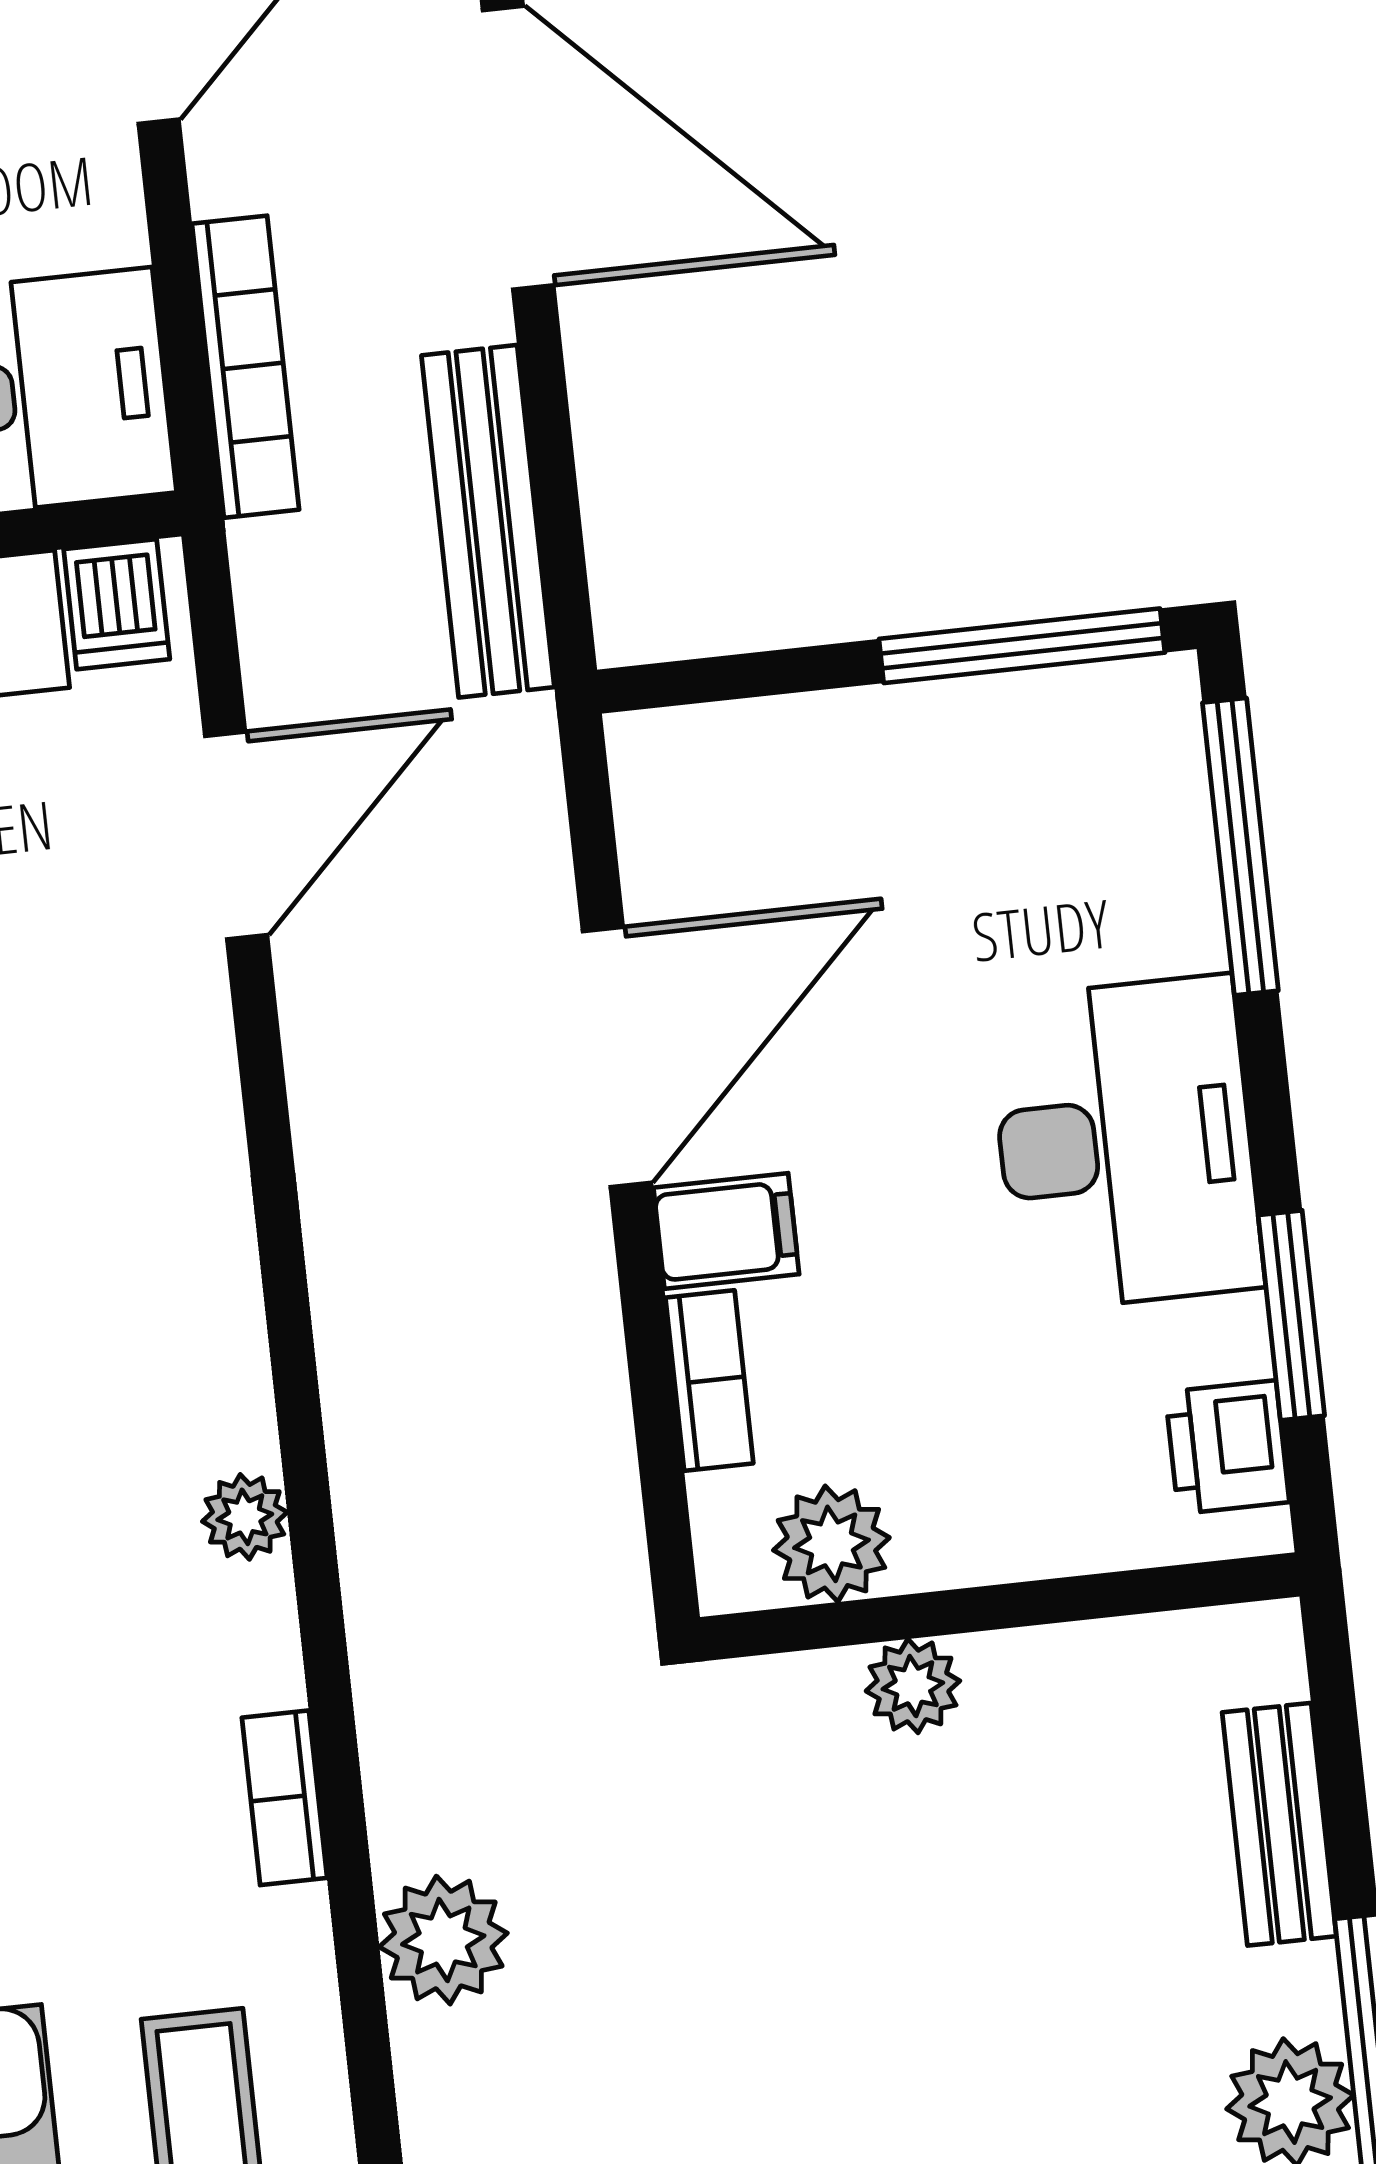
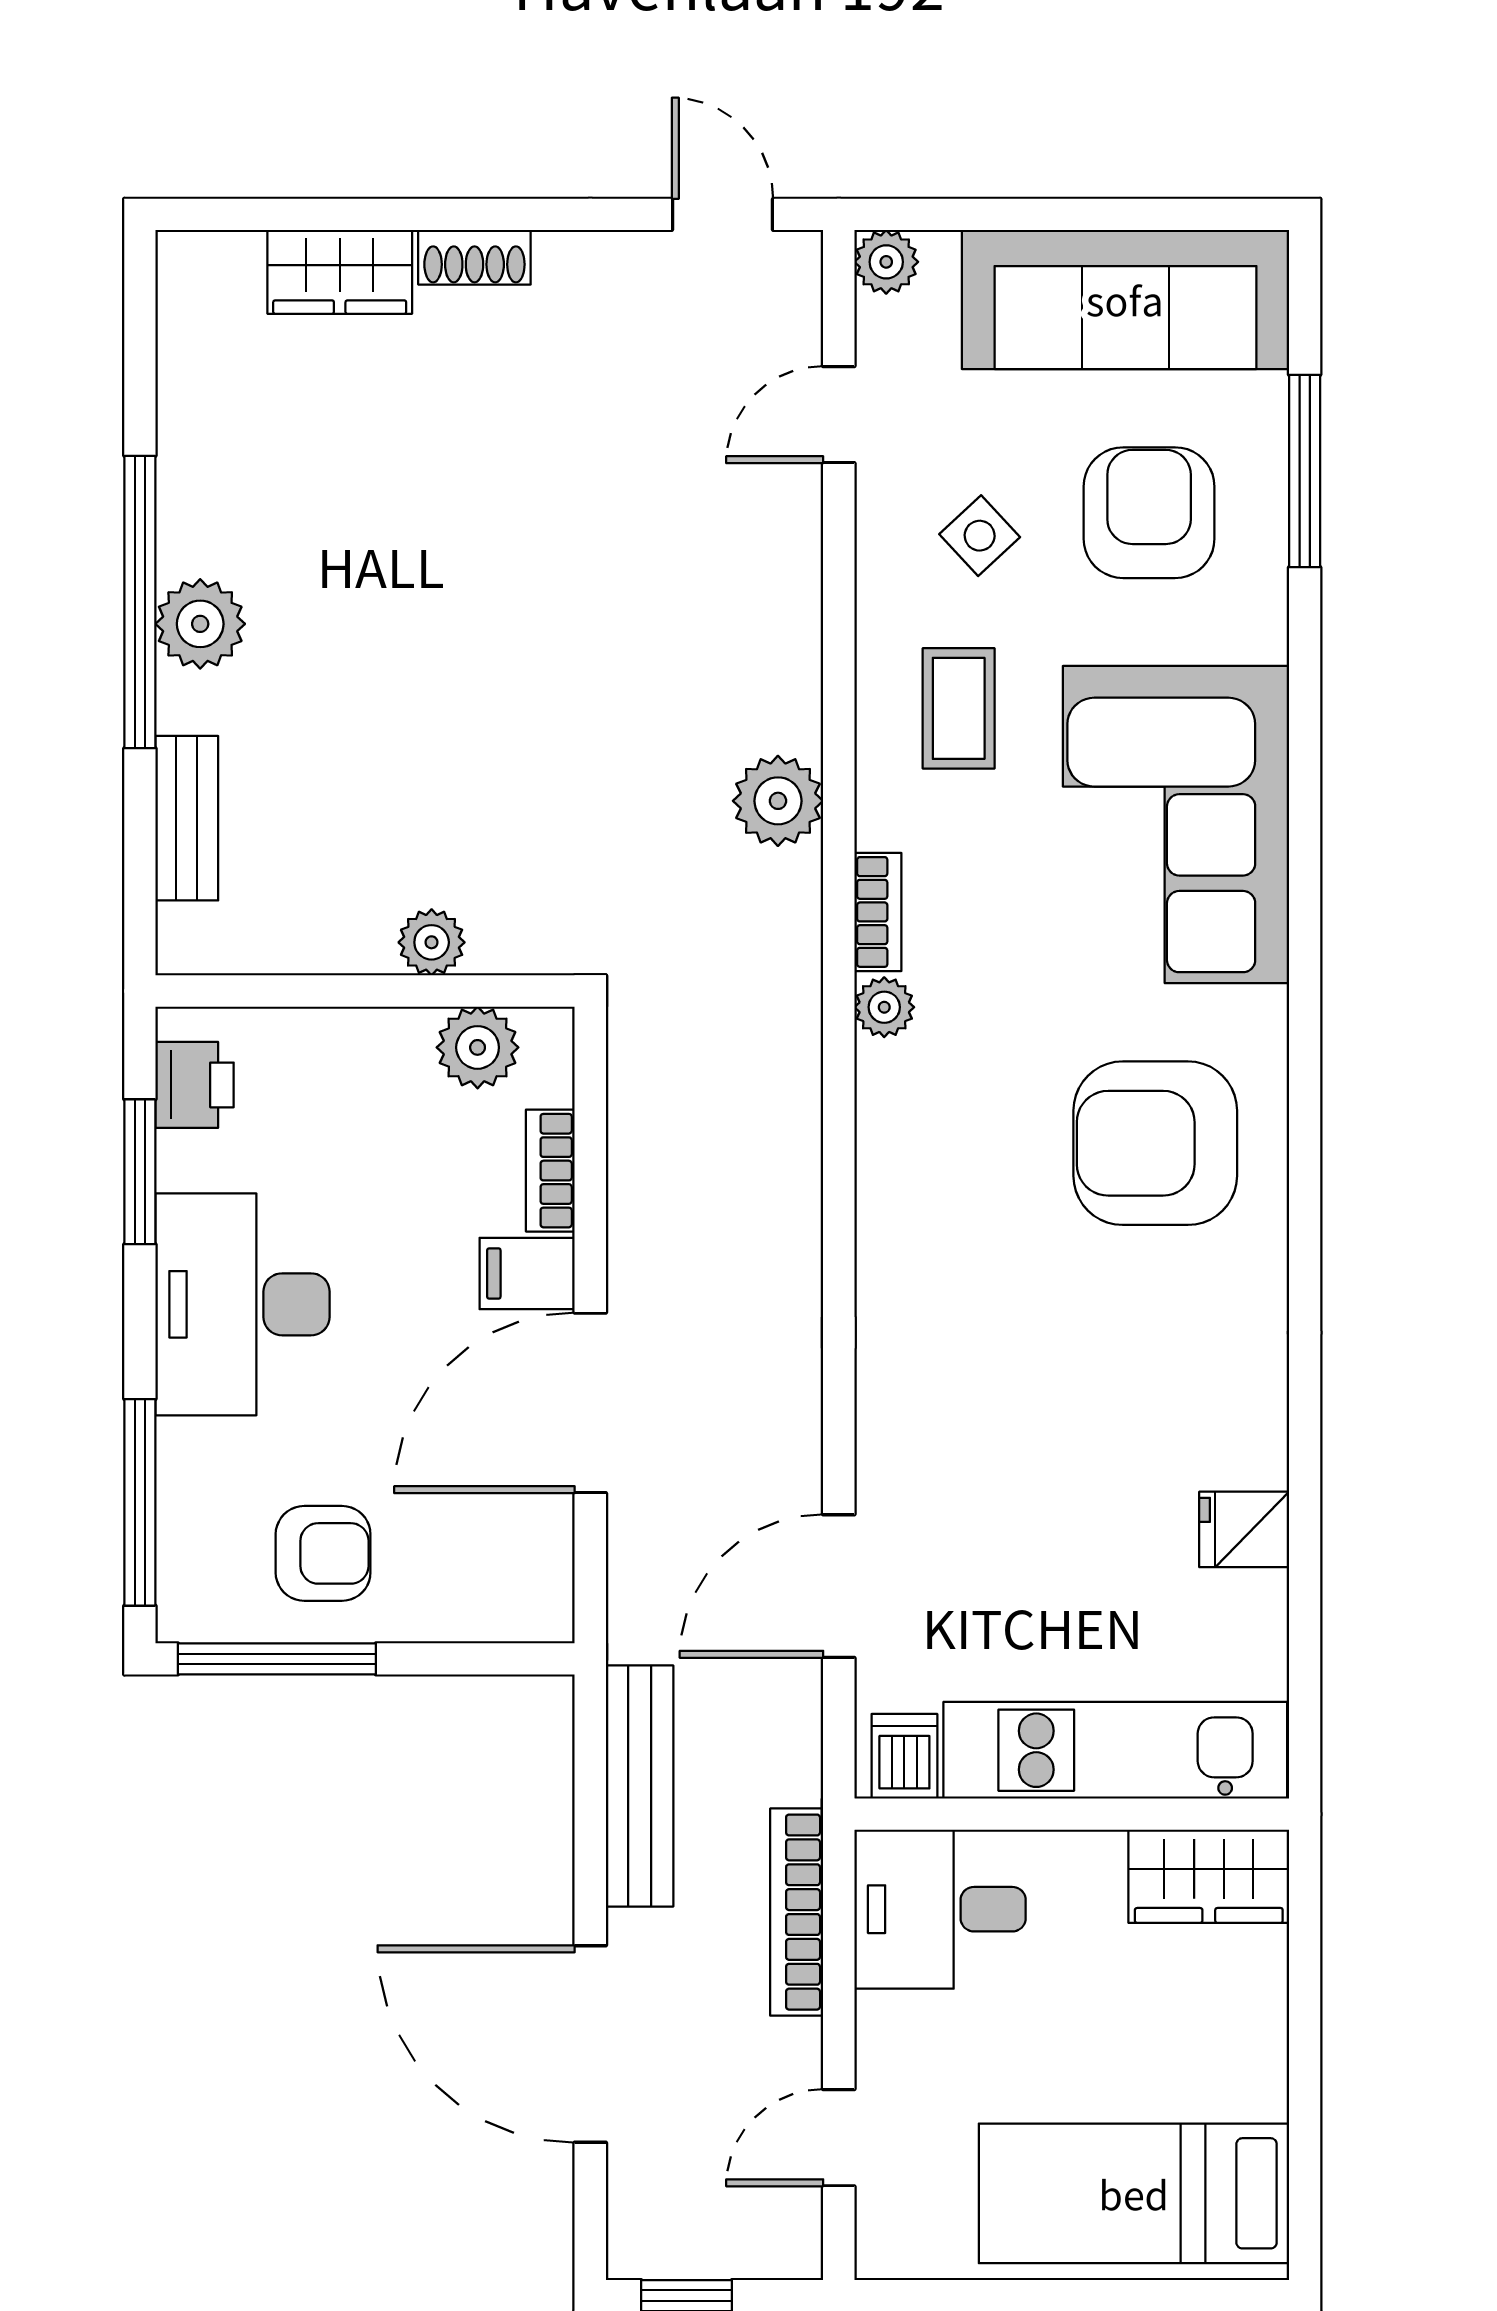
armchair: (973, 802) -> (323, 1553), added
plant: (245, 1517) -> (884, 1007), moved

